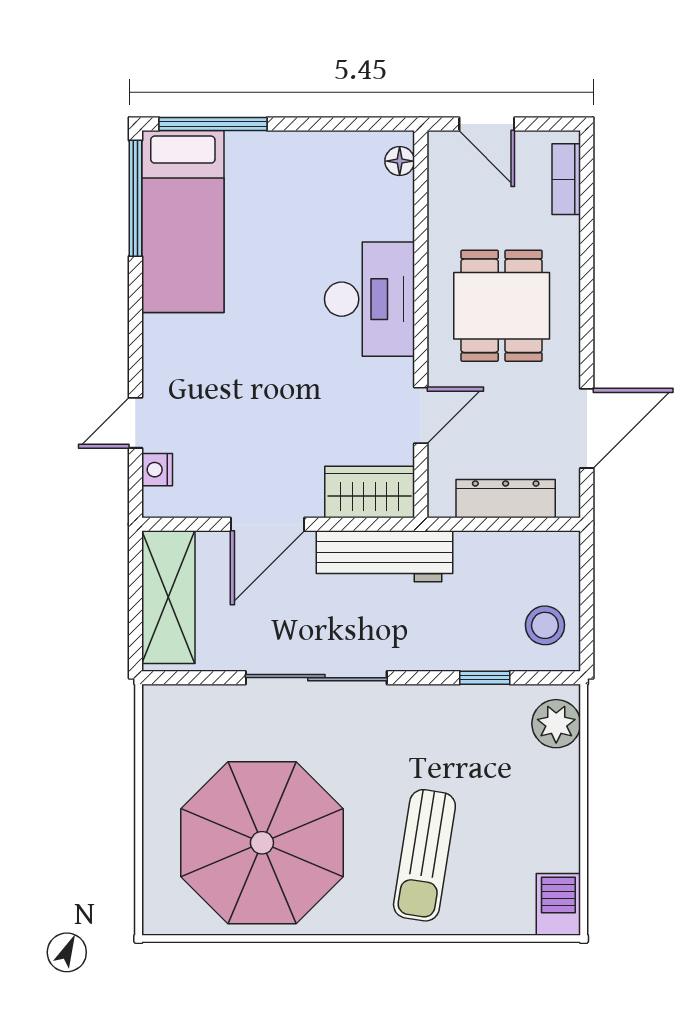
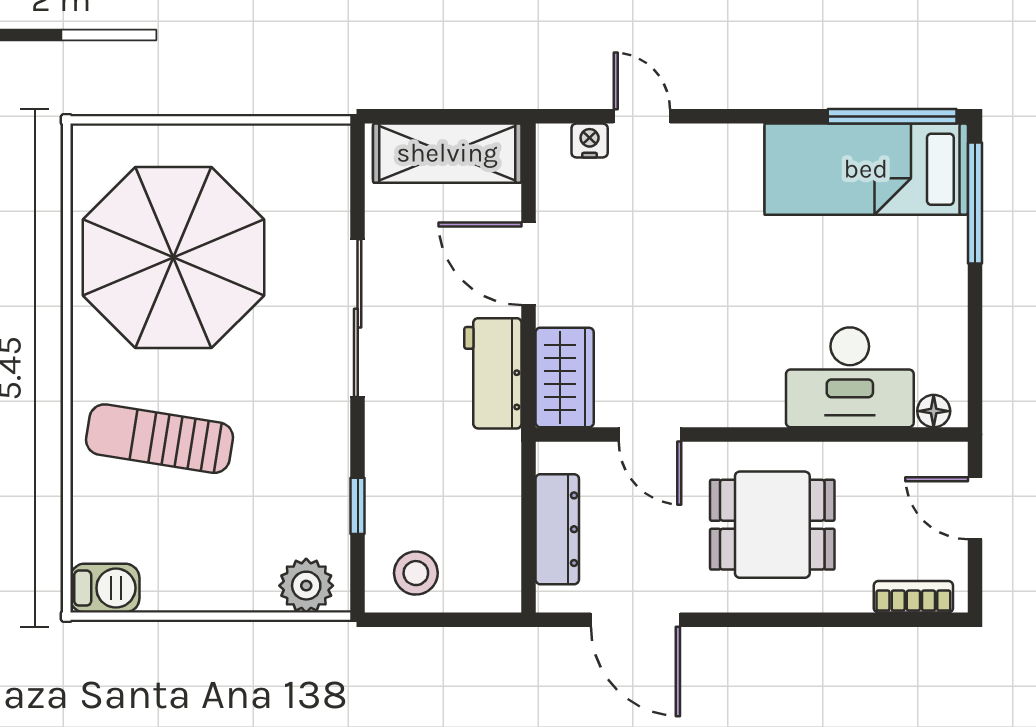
door: (487, 124) -> (975, 508), hinge flipped
desk: (369, 299) -> (850, 377), moved
workbench: (384, 556) -> (493, 373), width x0.73

